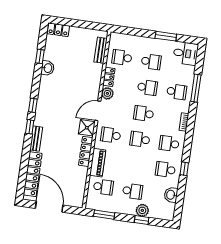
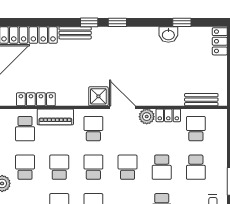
locker: (86, 151) -> (36, 99), moved
school desk: (136, 165) -> (59, 167), added
school desk: (132, 191) -> (25, 167), turned 180

